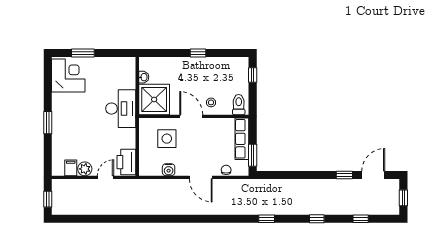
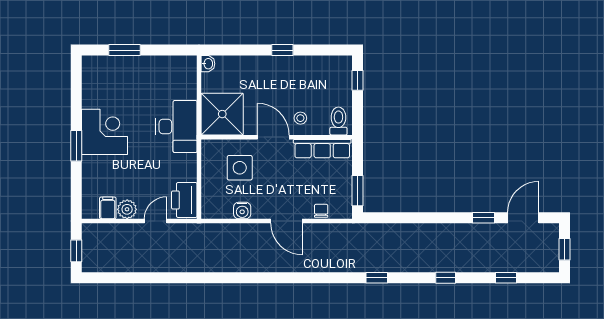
corner desk: (68, 76) -> (104, 132), moved
washbasin: (144, 77) -> (208, 64), moved
row of seats: (242, 139) -> (322, 149), moved, turned -90

